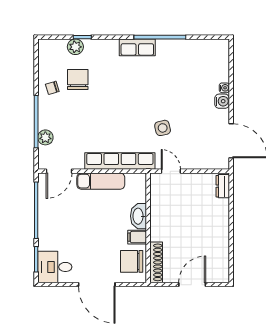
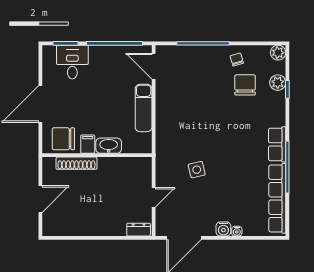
chair: (78, 80) -> (245, 85), turned -90
plant: (45, 137) -> (278, 53), moved
row of seats: (120, 161) -> (277, 198), moved, turned 180
door: (171, 171) -> (154, 197), moved
chair: (132, 261) -> (63, 139), turned -90
shoe rack: (156, 262) -> (76, 163), moved
desk: (55, 267) -> (72, 62), moved
door: (192, 285) -> (40, 199), hinge flipped

